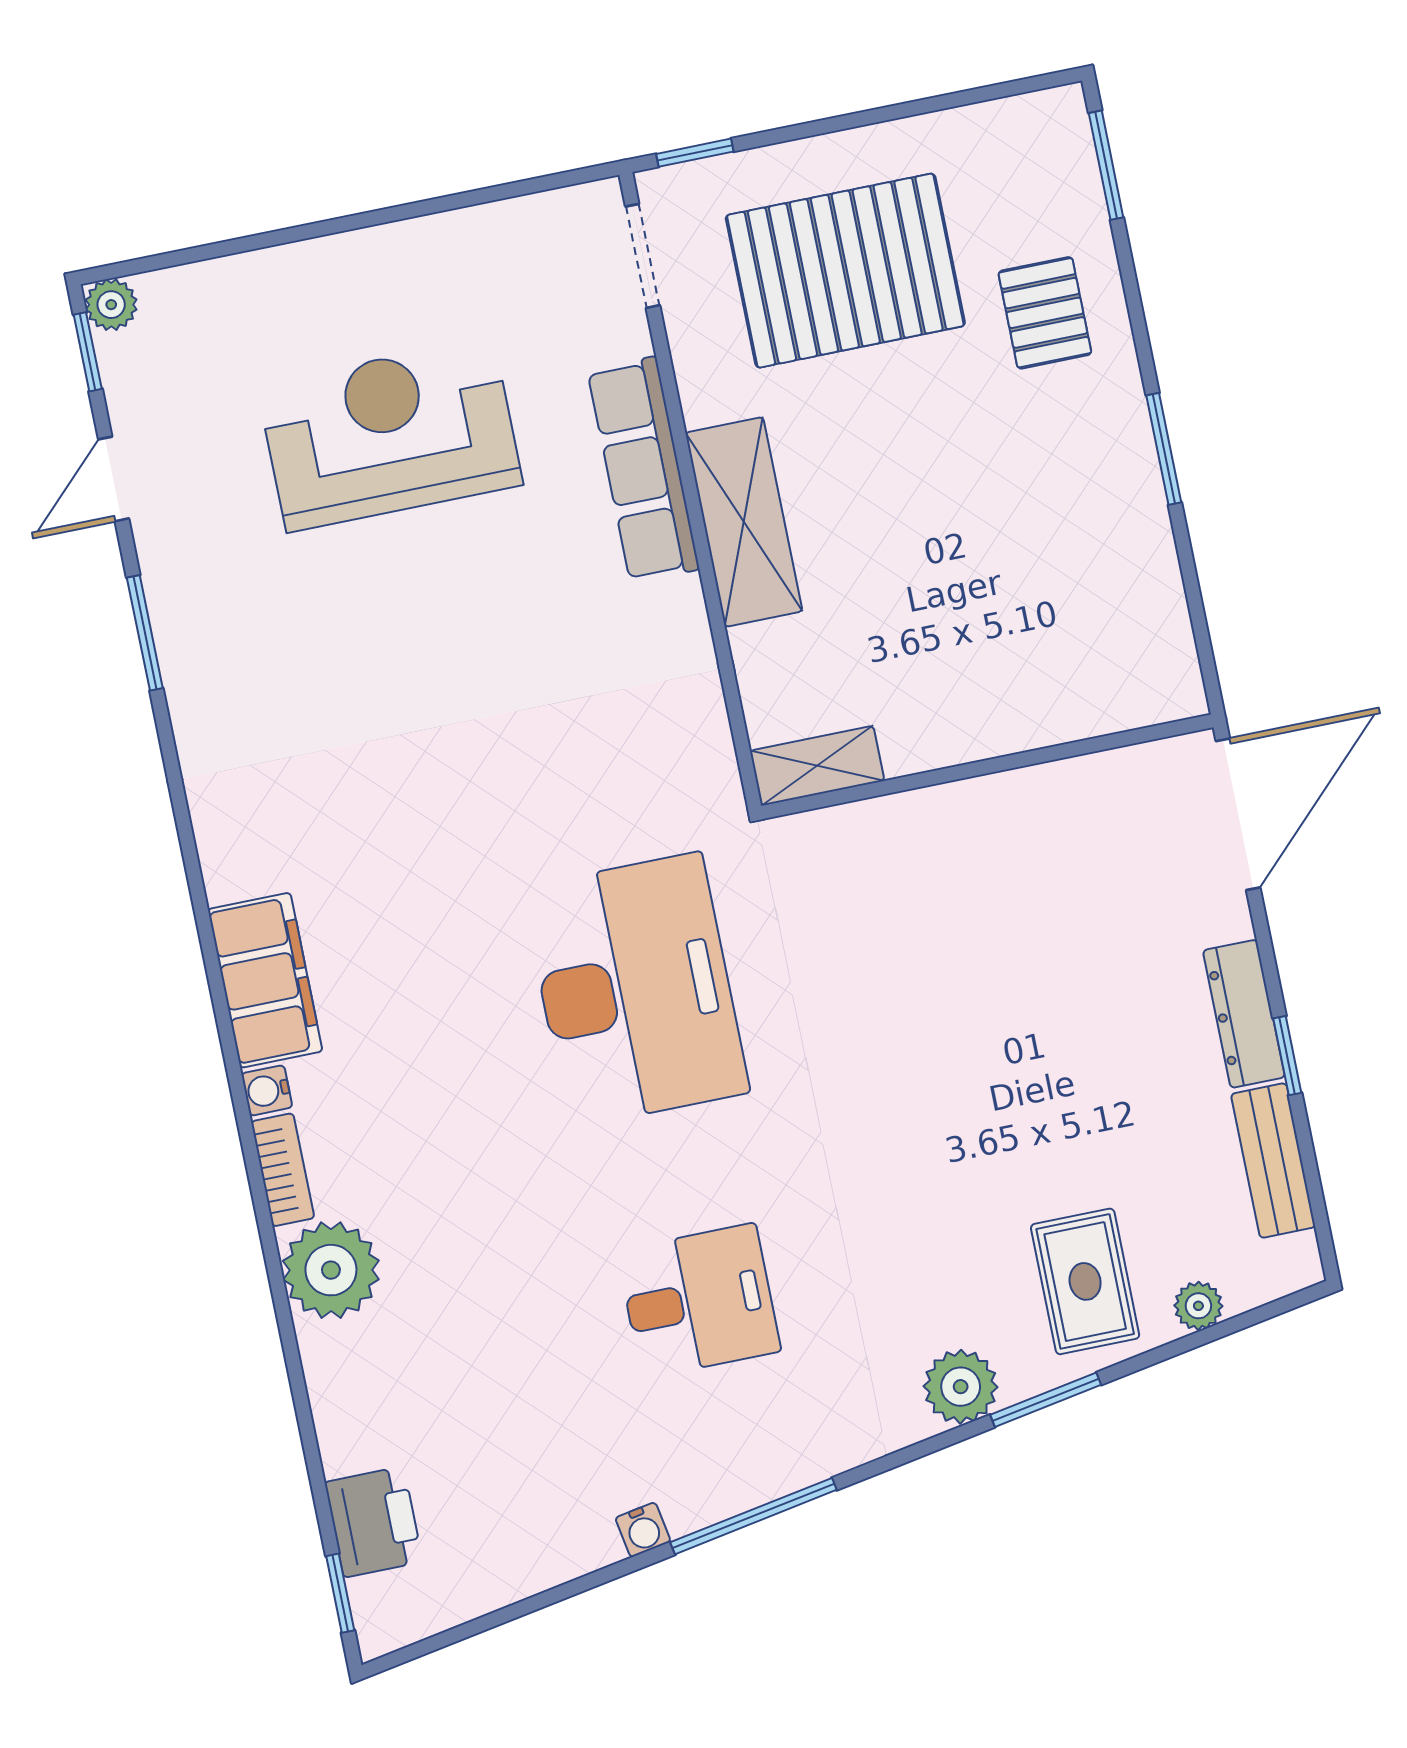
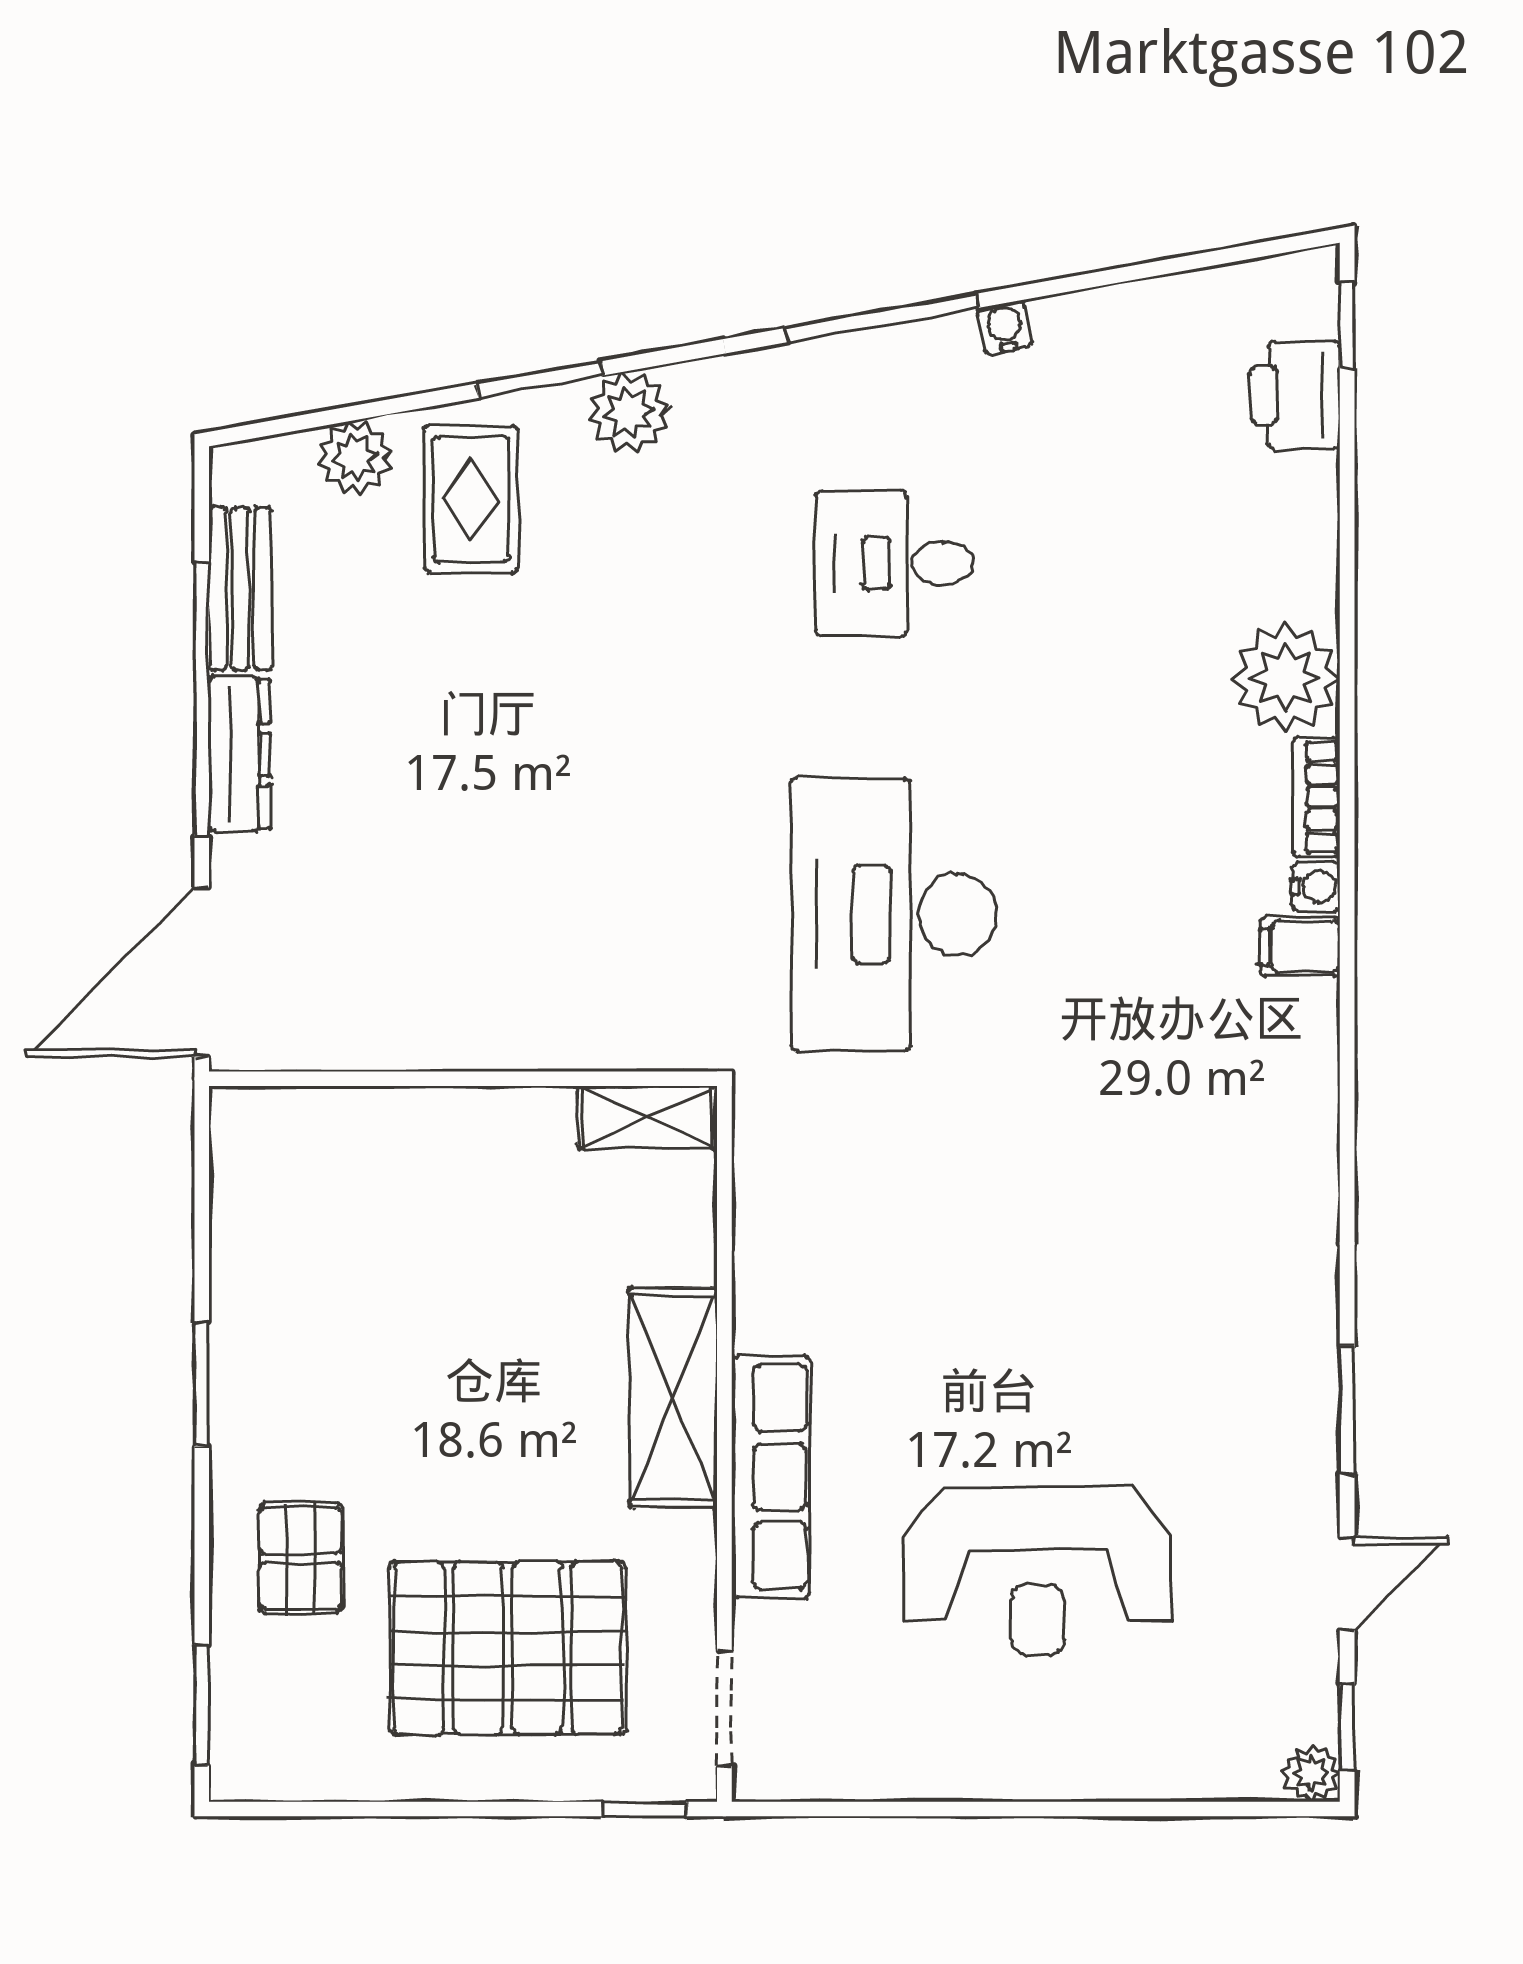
filing cabinet: (265, 980) -> (1300, 947), width x0.33, depth x0.86
window: (1287, 1056) -> (202, 699), width x3.17
plant: (1198, 1306) -> (355, 458), width x1.38, depth x1.38

